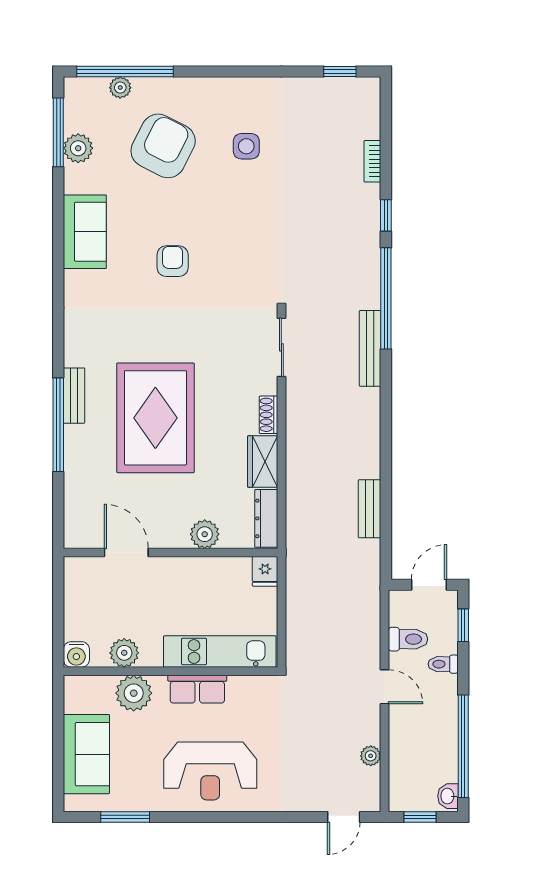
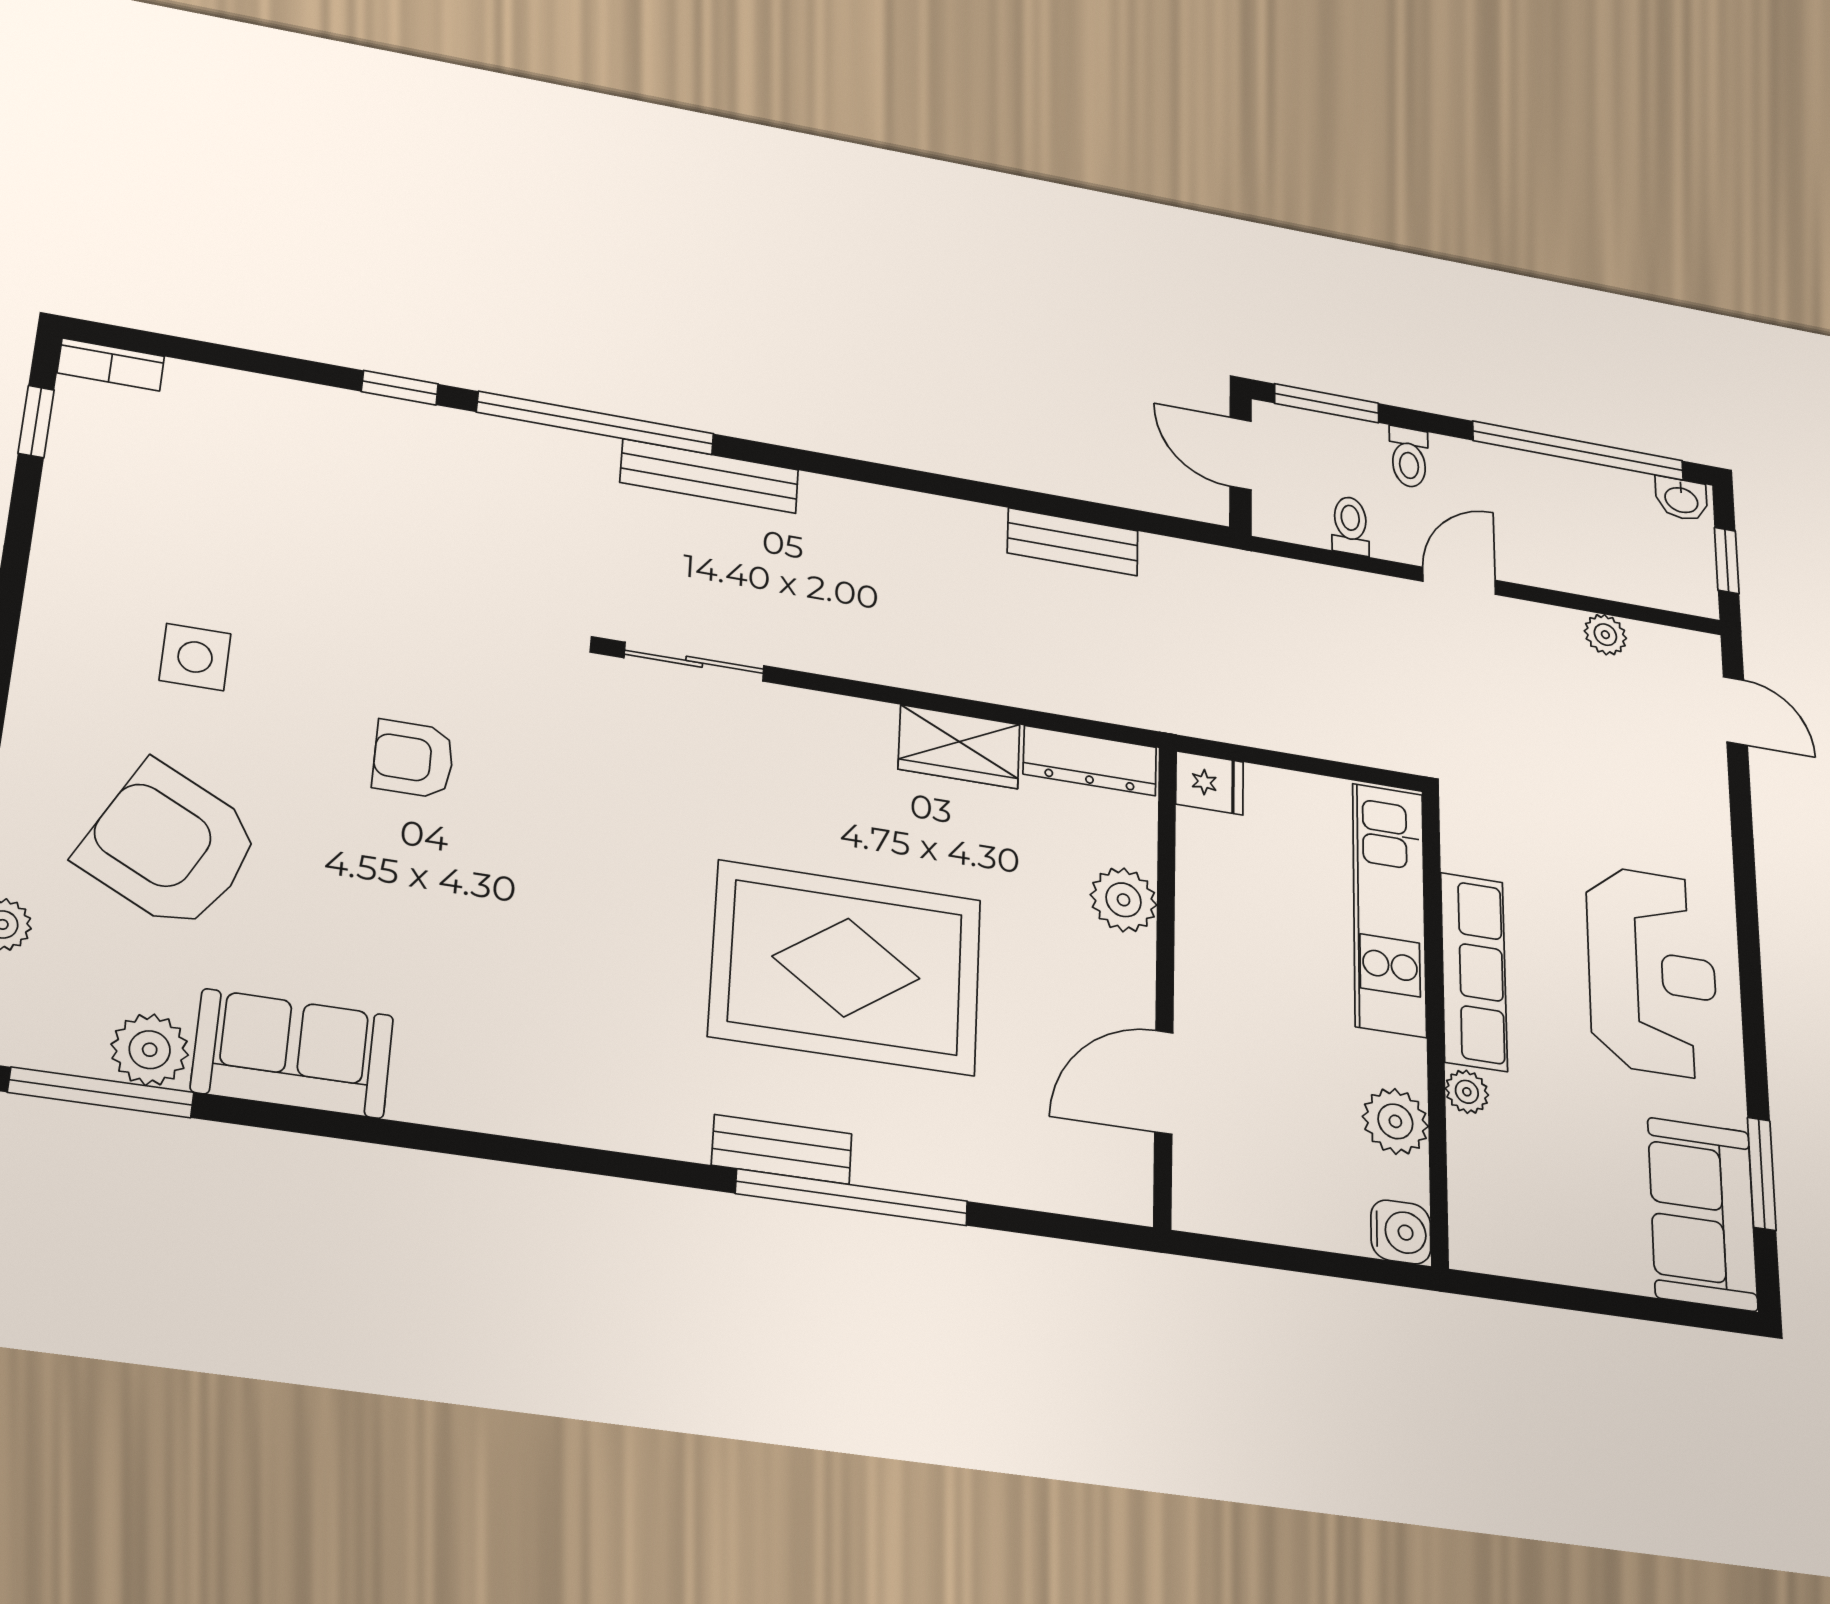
bookcase: (372, 161) -> (111, 365), moved
sofa: (85, 232) -> (293, 1053), moved
armchair: (173, 261) -> (413, 759), moved
shoe rack: (268, 415) -> (851, 716), removed
window: (463, 625) -> (1327, 403), width x1.50
toilet: (408, 639) -> (1350, 526), width x0.73, depth x0.72
row of seats: (197, 689) -> (1474, 971), width x1.48
plant: (134, 693) -> (1467, 1092), width x0.53, depth x0.53
sofa: (86, 754) -> (1702, 1214), moved, turned -90

